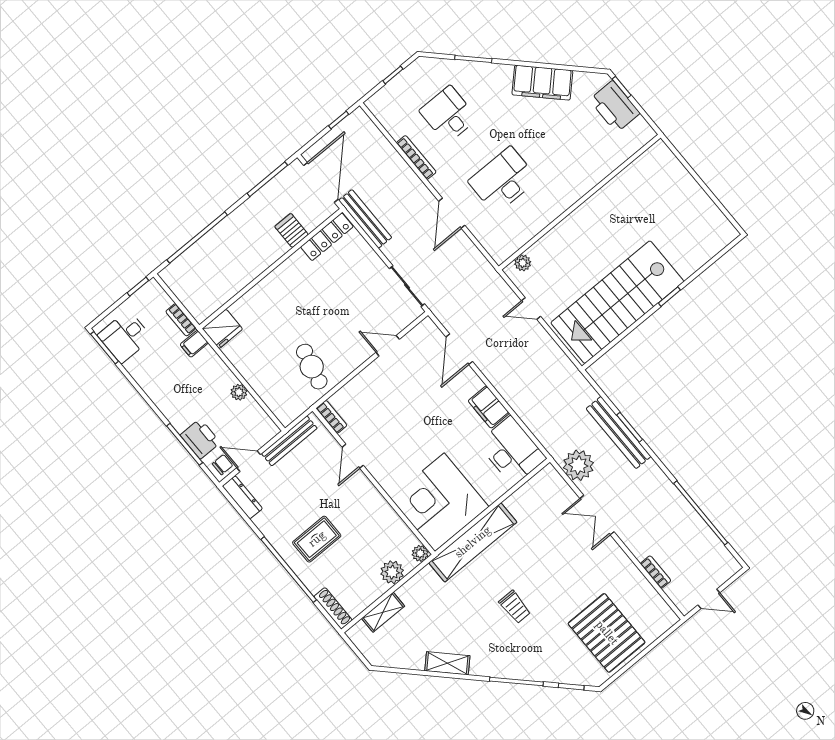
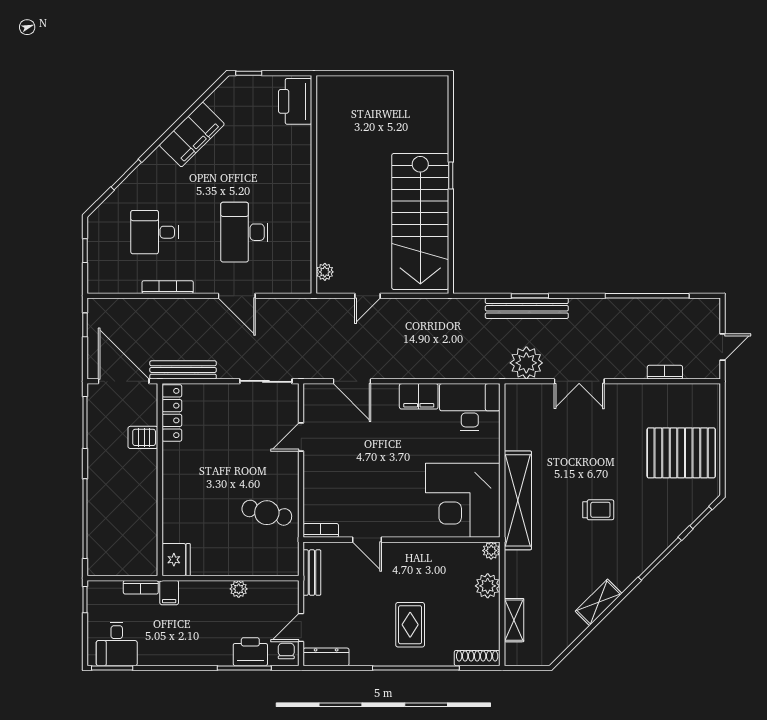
printer: (615, 106) -> (295, 101), moved, turned 90
bench: (289, 441) -> (312, 573), width x0.73

